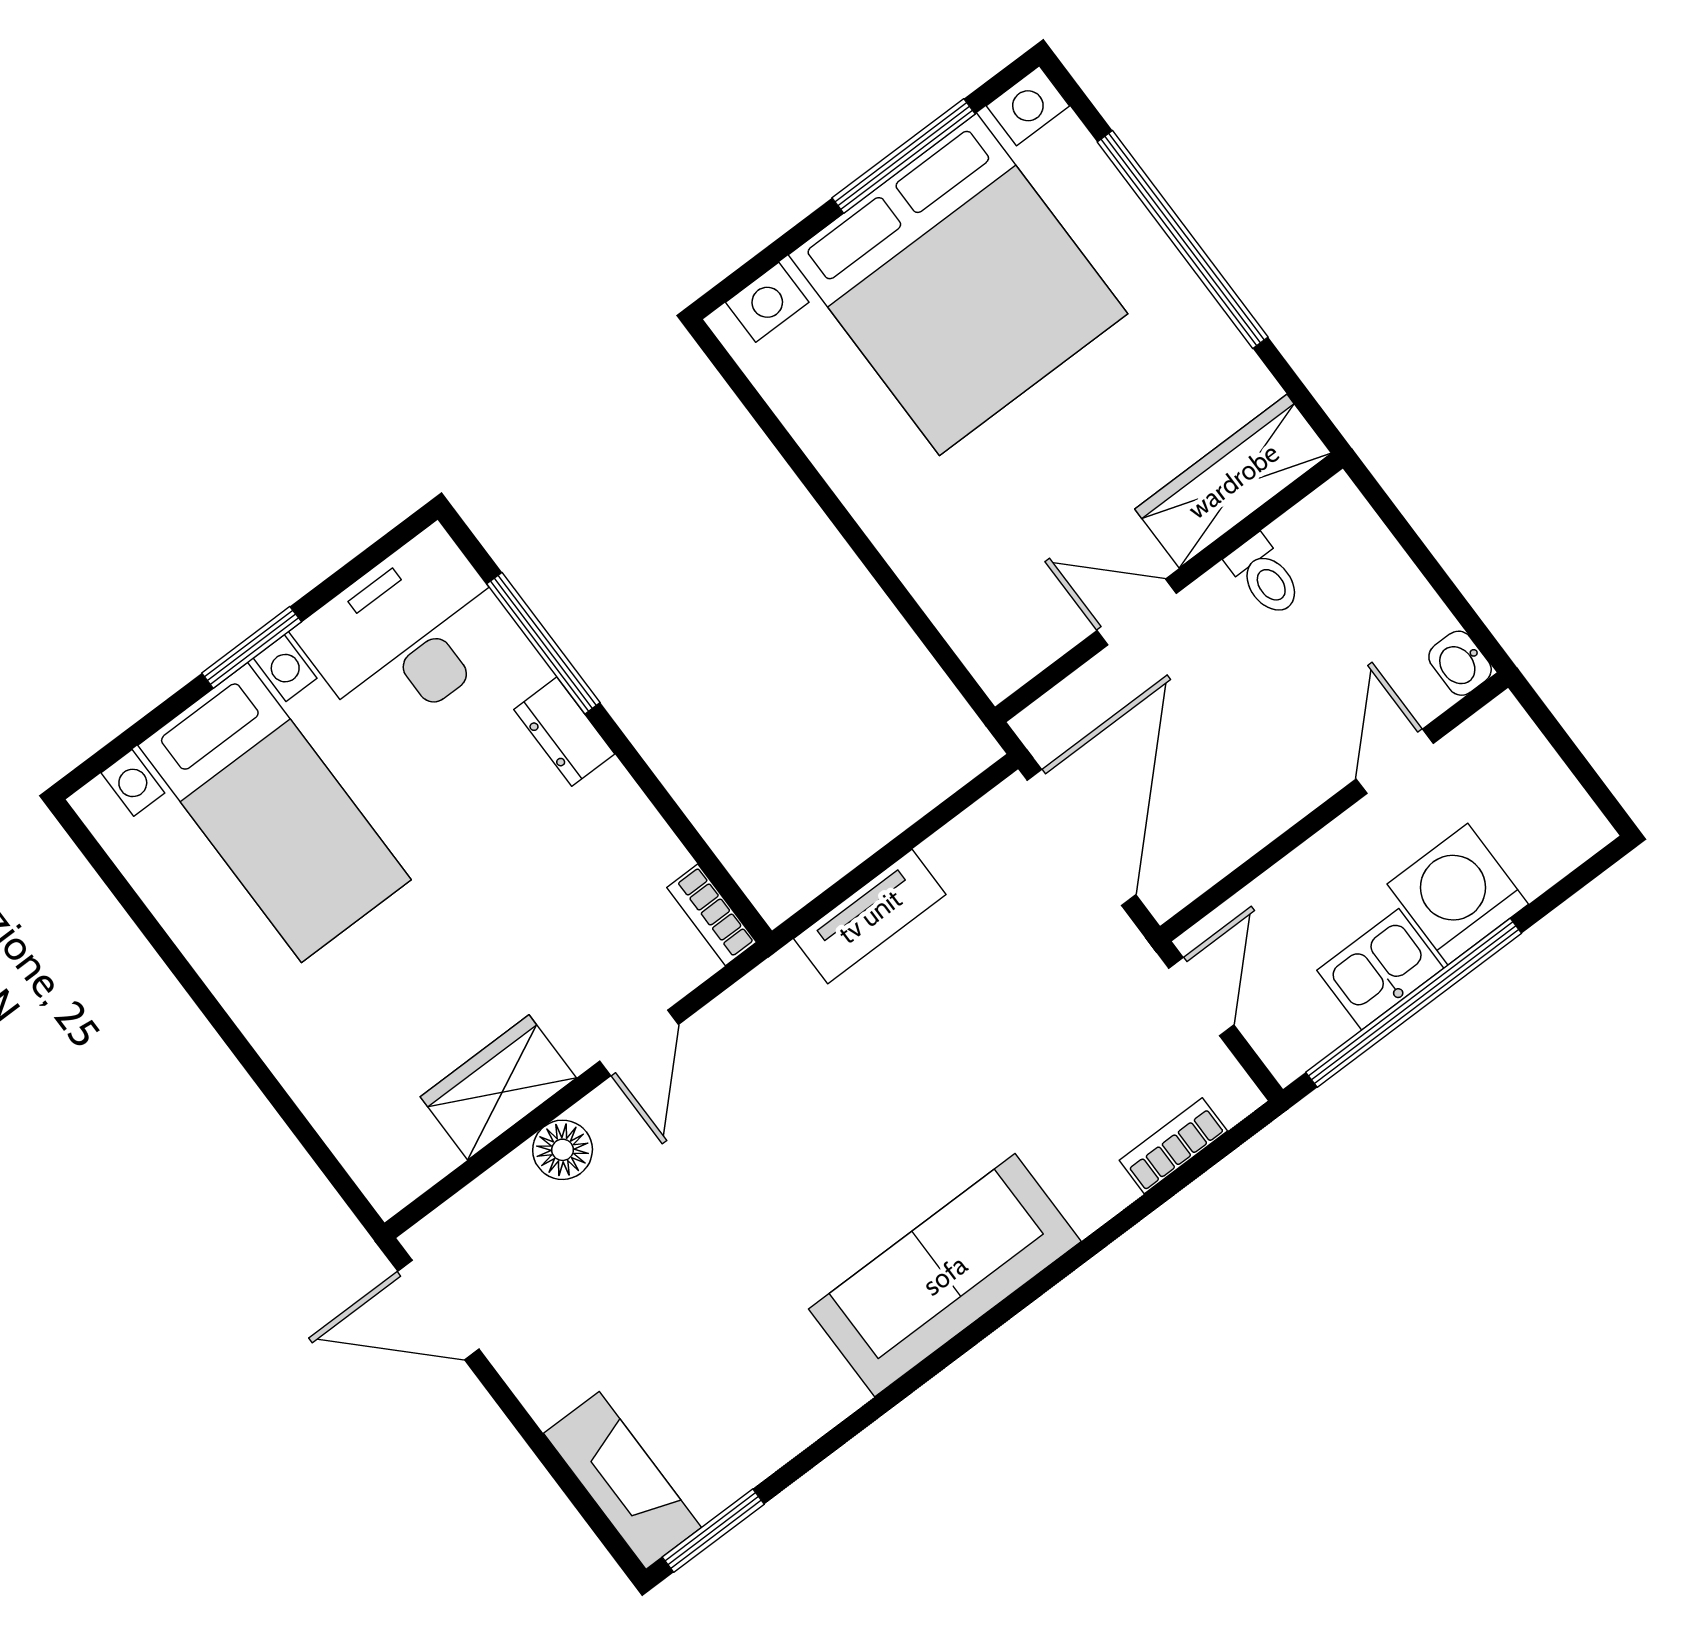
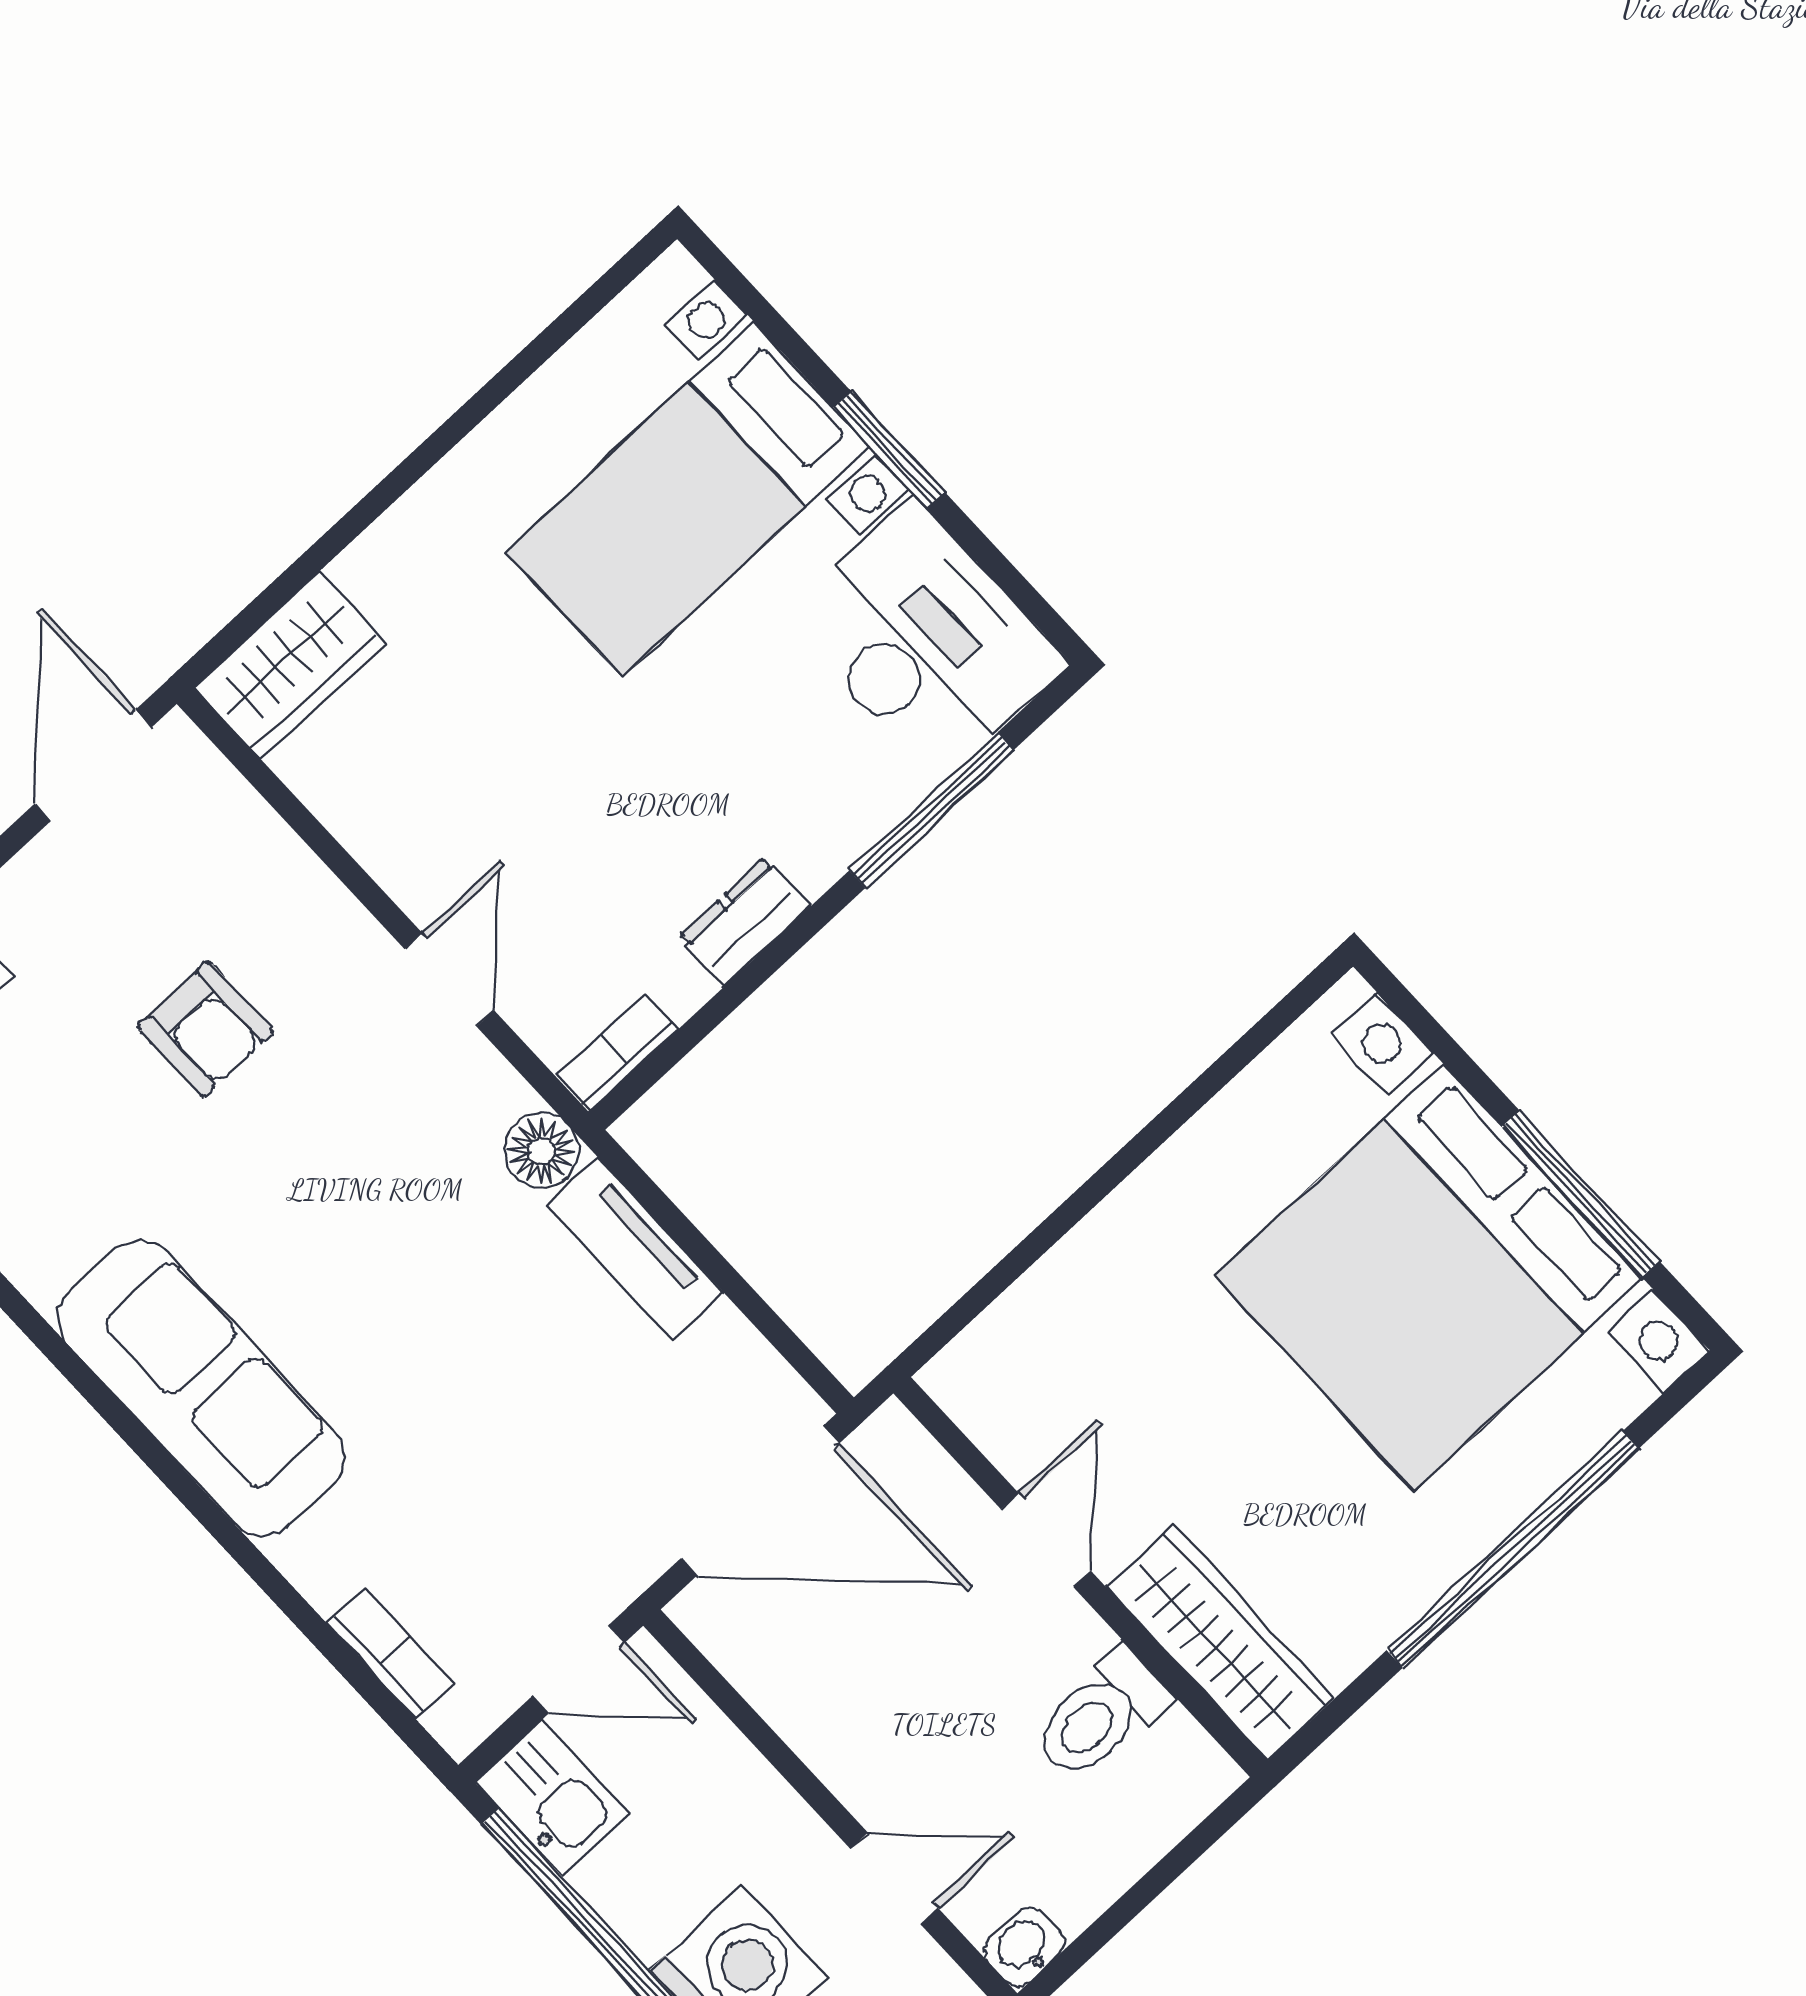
toilet: (1265, 576) -> (1101, 1715), width x1.37, depth x1.39
dresser: (564, 732) -> (745, 922), moved
kitchen sink: (1380, 969) -> (552, 1798), moved
door: (639, 1043) -> (449, 980), swing flipped
wardrobe: (498, 1087) -> (290, 666), moved, turned 90
floor lamp: (563, 1150) -> (541, 1151), moved
armchair: (659, 1242) -> (206, 1029), added

